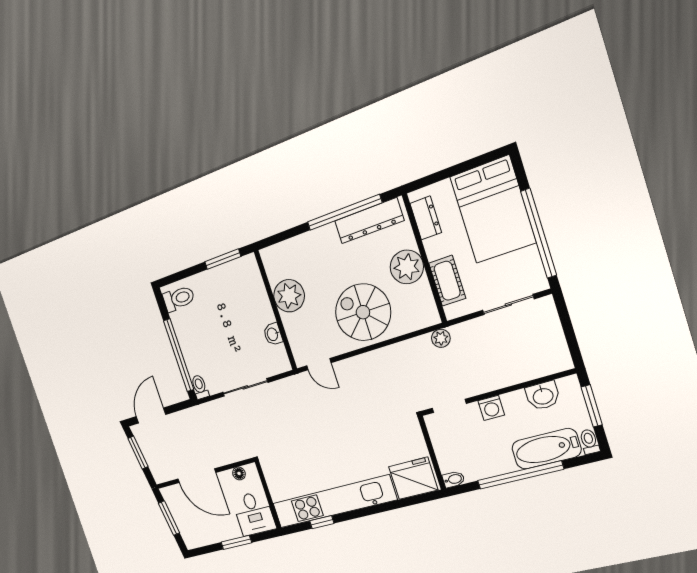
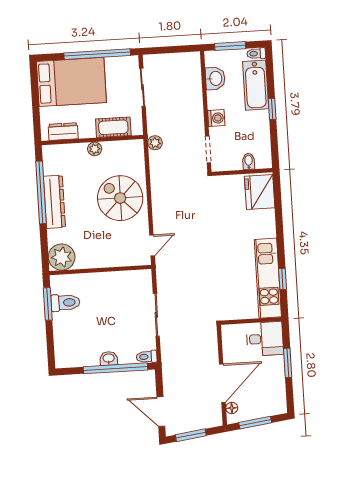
dresser: (369, 221) -> (54, 202), moved
plant: (407, 267) -> (95, 149), width x0.53, depth x0.53
plant: (289, 296) -> (62, 257), moved
toilet: (179, 298) -> (65, 303), moved, turned 90
spiral stairs: (363, 312) -> (120, 198), turned 90
washbasin: (273, 334) -> (109, 358), moved, turned 180
floor lamp: (239, 473) -> (232, 408), moved
window: (520, 475) -> (272, 109), width x0.32
bidet: (454, 479) -> (249, 161), moved
kitchen unit: (334, 502) -> (268, 278), width x0.73

